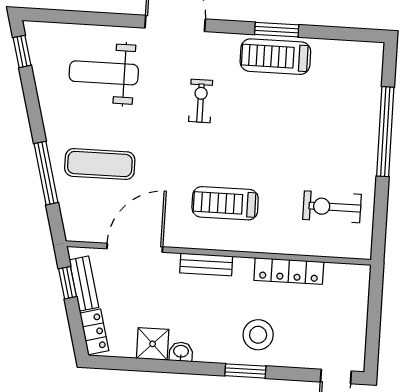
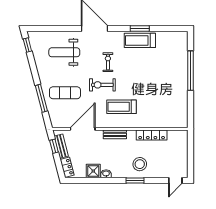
exercise bike: (332, 207) -> (102, 85), moved

